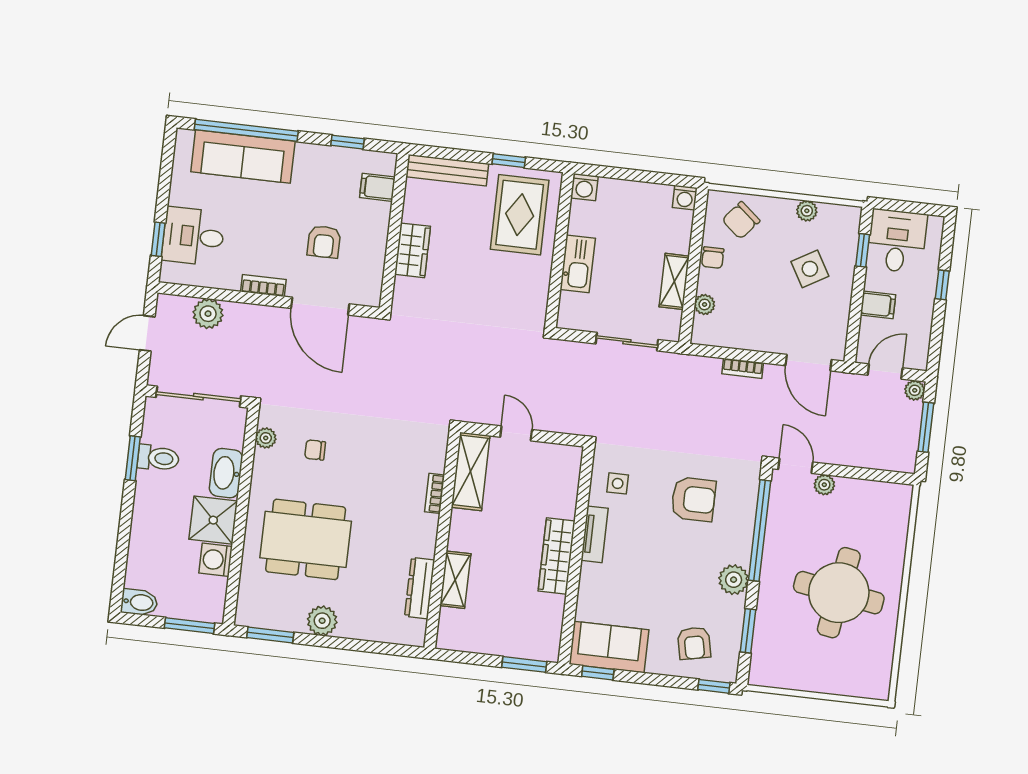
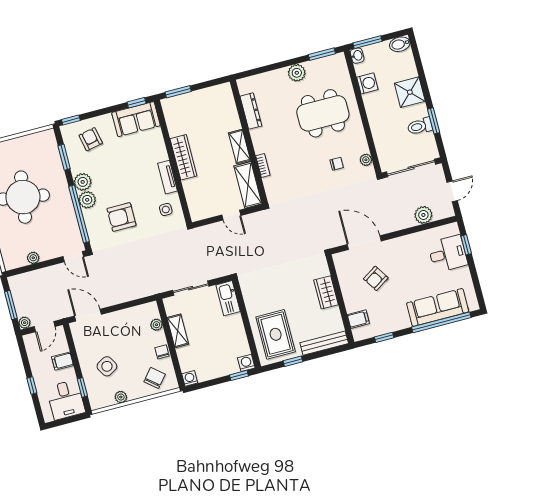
window: (604, 172) -> (239, 375), added
armchair: (324, 242) -> (376, 278), turned -123
kitchen sink: (578, 264) -> (228, 298), moved
bookcase: (263, 286) -> (399, 242), removed
bookcase: (743, 368) -> (122, 298), removed
washbasin: (226, 473) -> (357, 56), moved, width x0.52, depth x0.69
plant: (824, 485) -> (33, 258), moved
shower: (213, 520) -> (410, 92), moved
plant: (738, 548) -> (87, 200), added
shelving: (455, 580) -> (239, 147), moved

